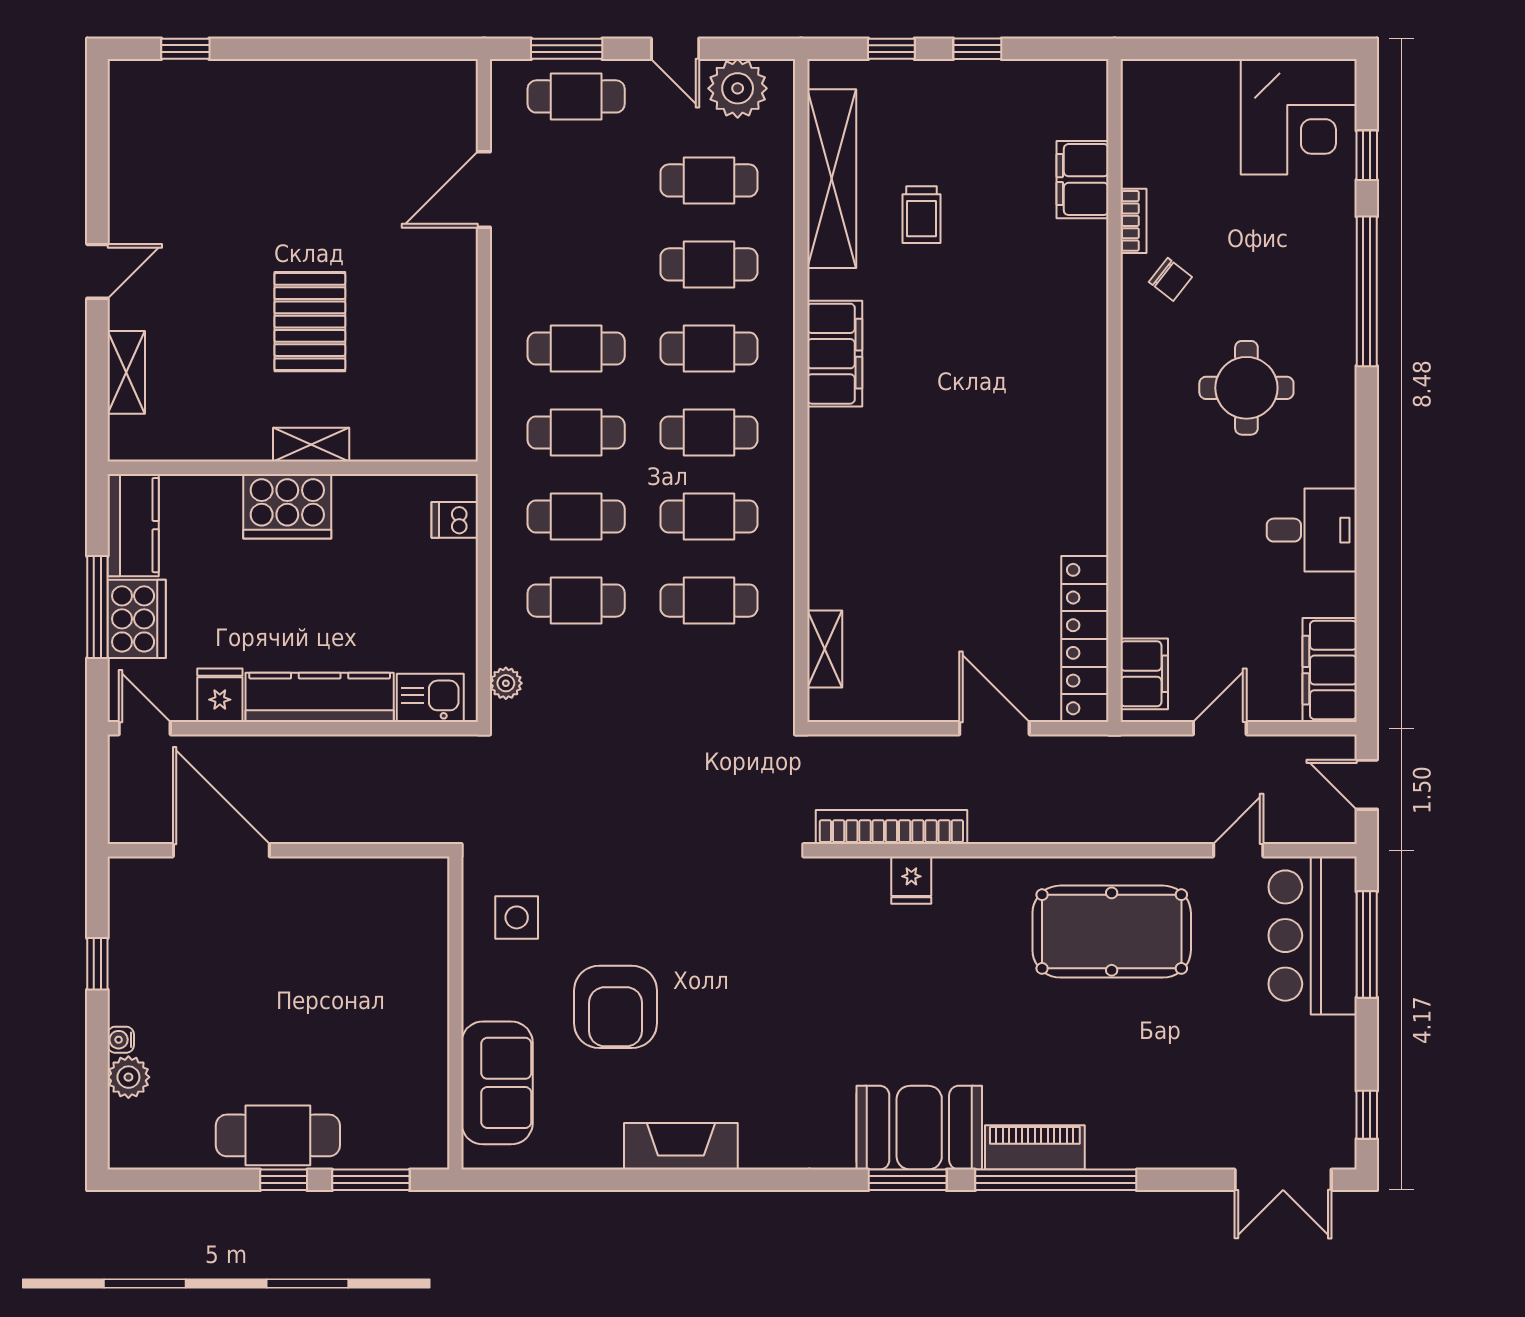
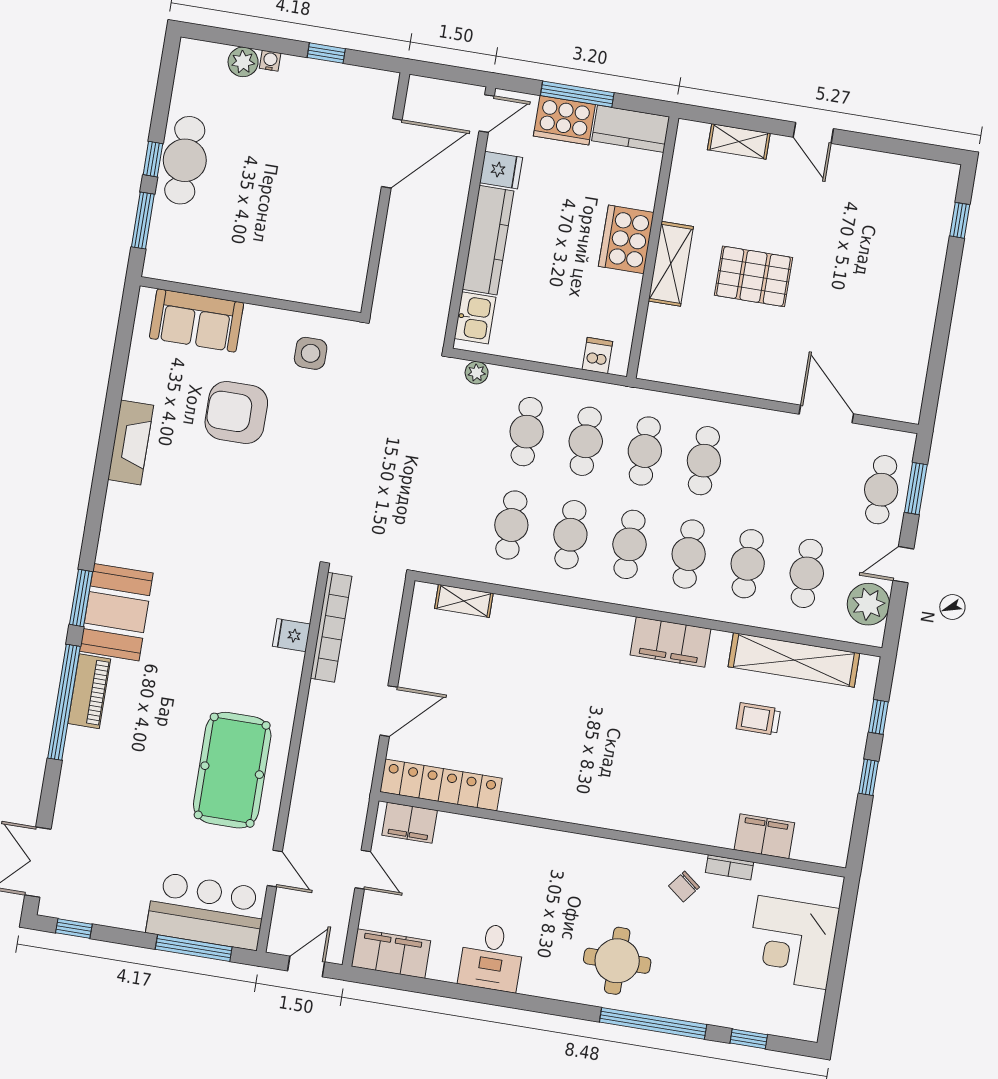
corner desk: (1299, 117) -> (792, 943), moved
round table: (1246, 388) -> (617, 961), moved
shelving: (311, 445) -> (671, 264), width x1.50, depth x1.33

